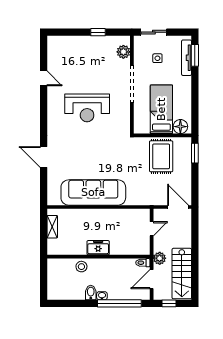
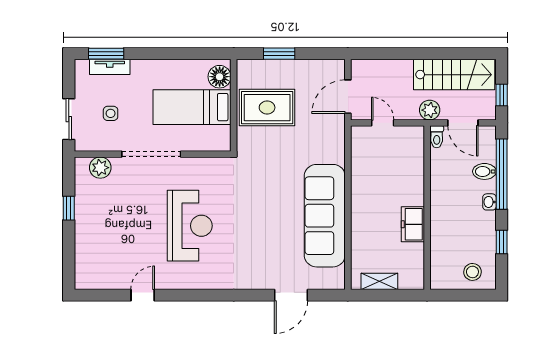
tv unit: (187, 58) -> (110, 67), width x0.71
window: (195, 153) -> (279, 54), moved
door: (44, 157) -> (291, 295), moved
door: (178, 207) -> (348, 97), moved
freezer: (98, 248) -> (413, 224), moved
stool: (81, 267) -> (472, 272), moved
bidet: (91, 293) -> (484, 171), moved
window: (77, 303) -> (502, 242), added

